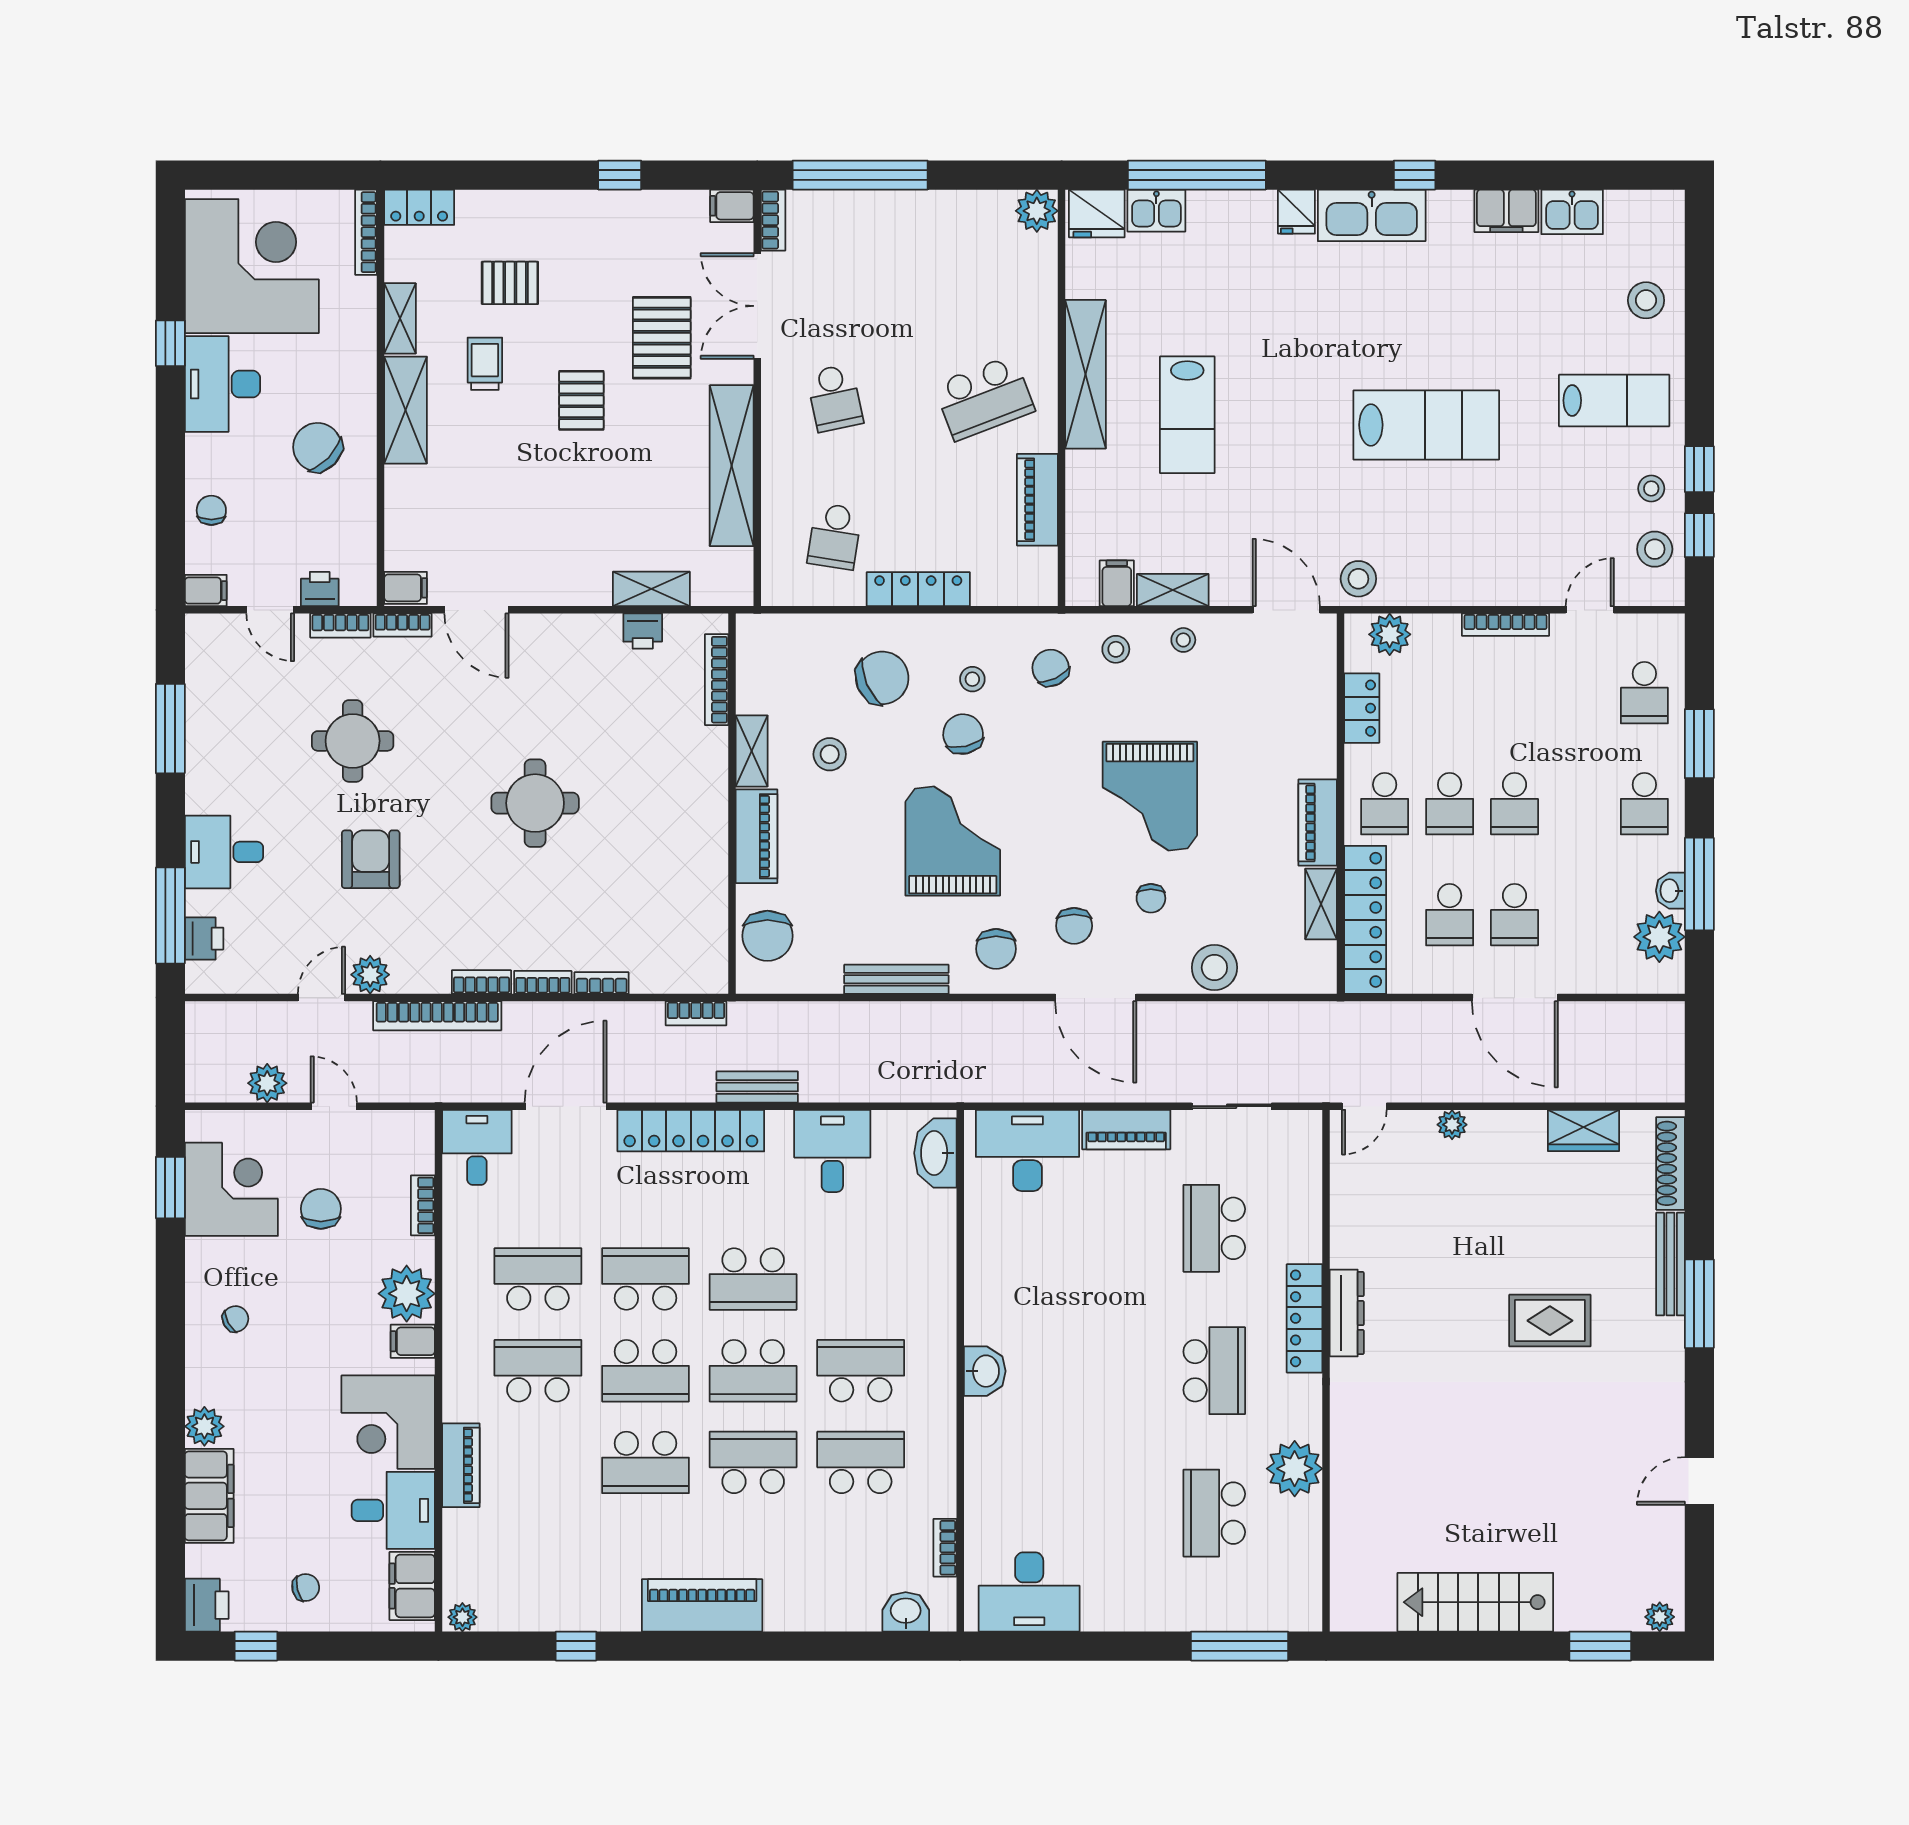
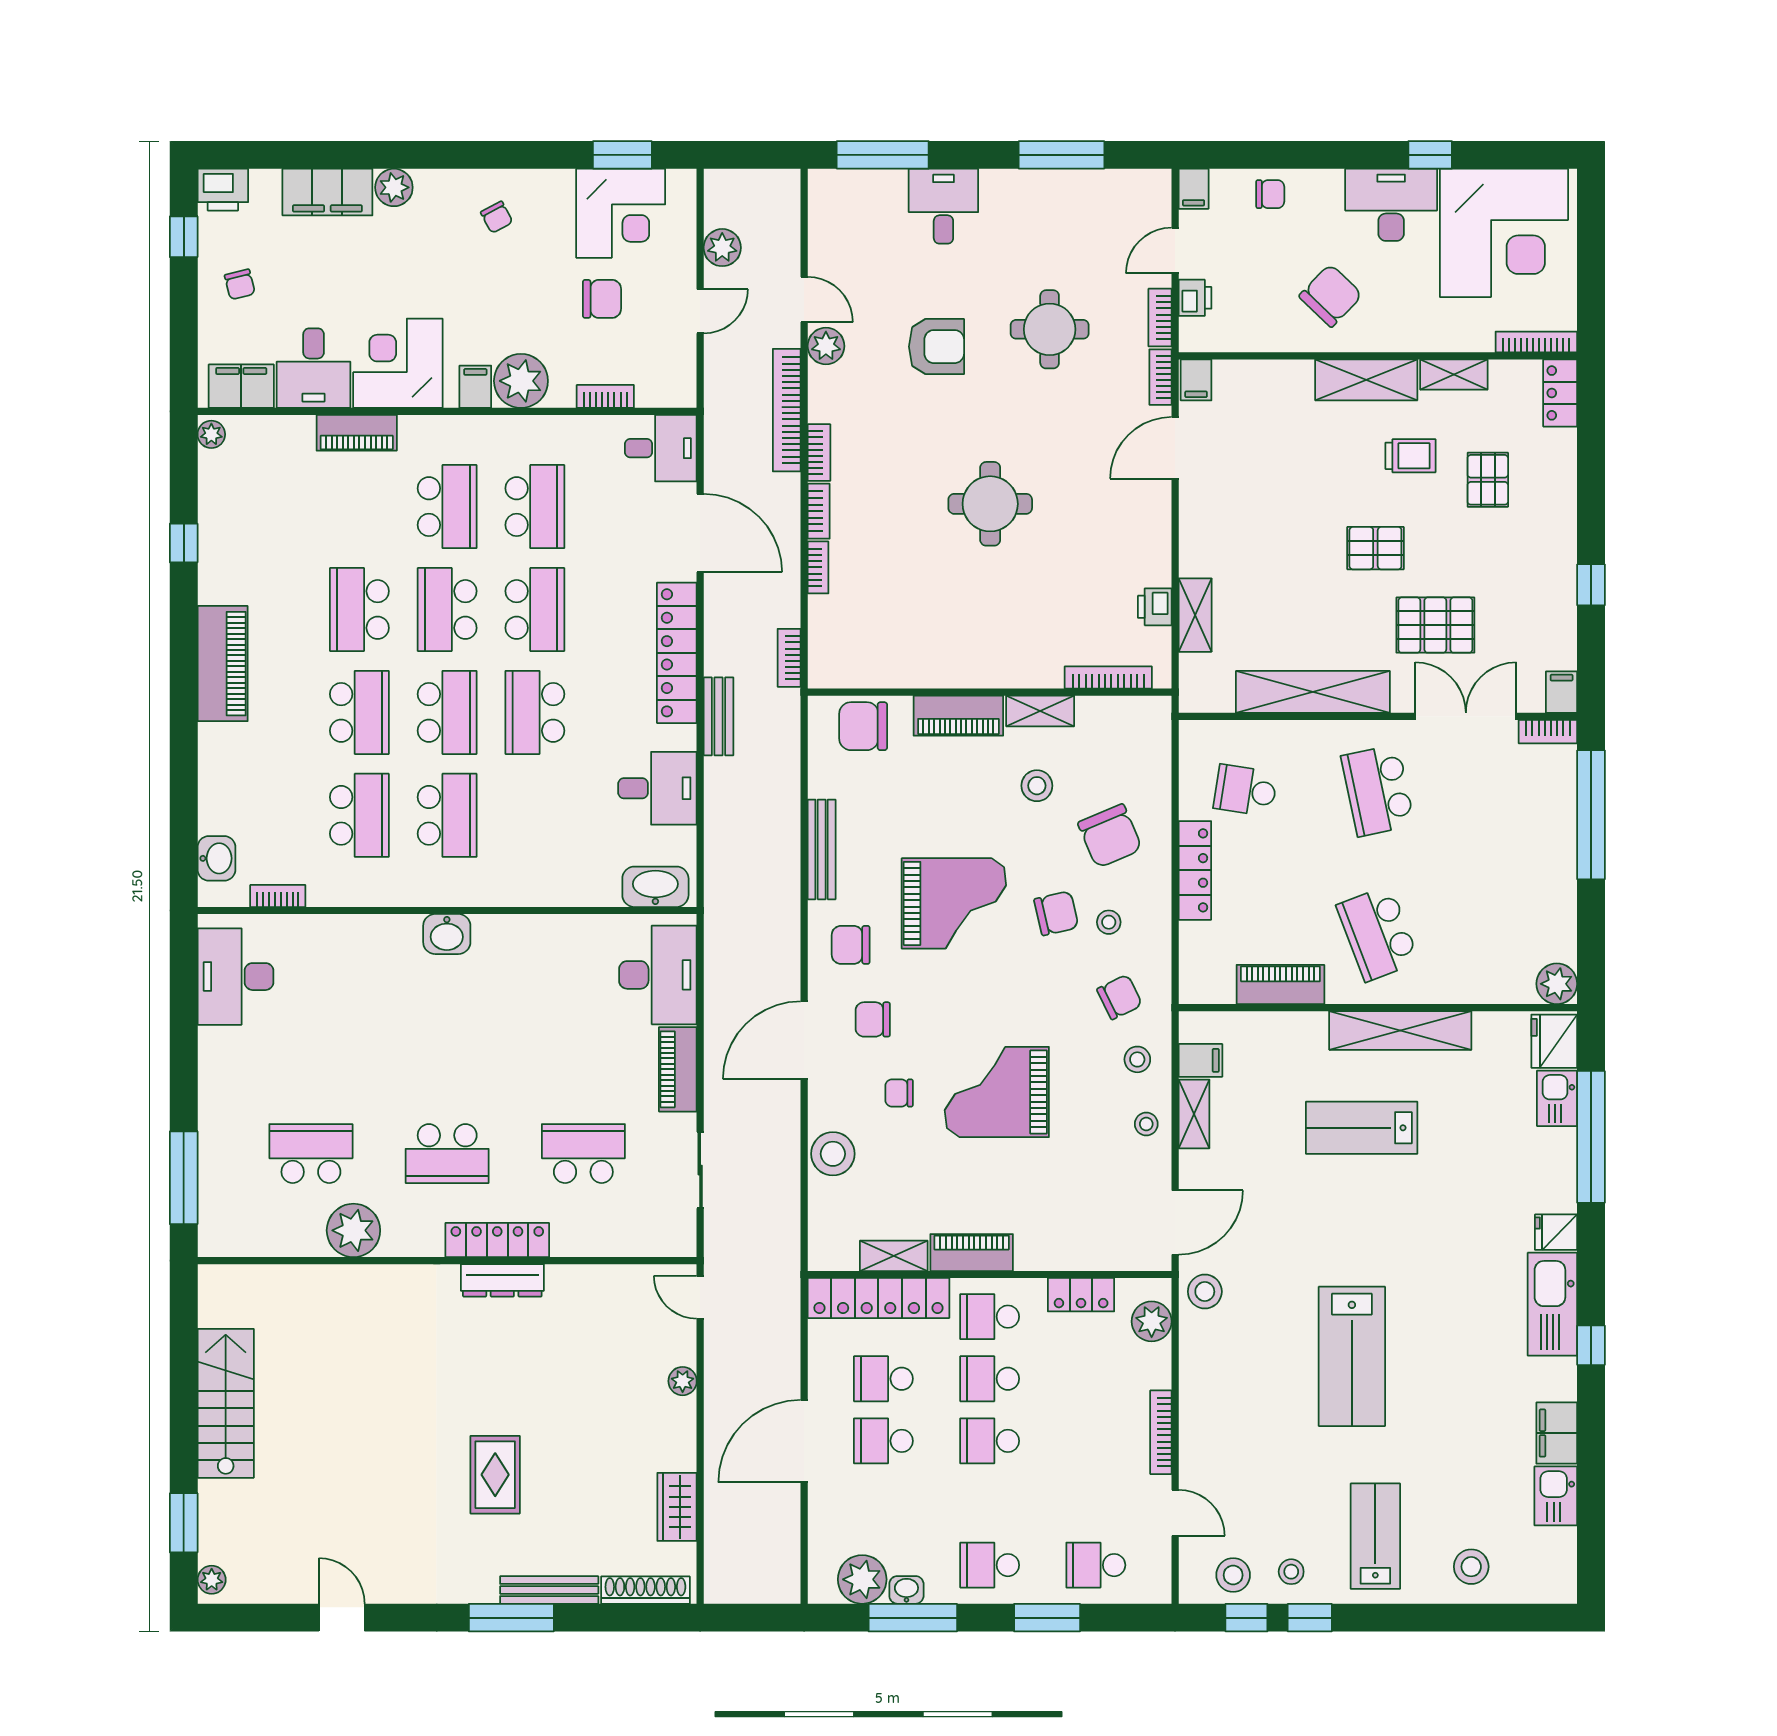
school desk: (835, 398) -> (1378, 790), width x1.85
lab bench: (1614, 400) -> (1375, 1536), turned 180
printer: (204, 939) -> (861, 187), removed
school desk: (753, 1371) -> (447, 712), turned 180

